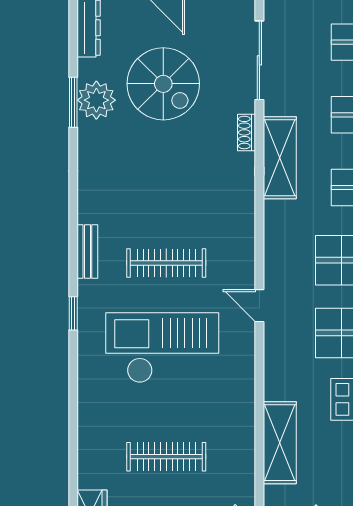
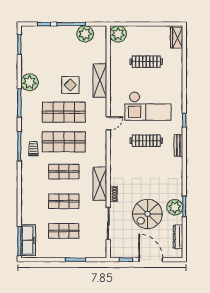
spiral stairs: (163, 84) -> (147, 214), turned -90
door: (259, 306) -> (108, 123), hinge flipped
shelving: (280, 443) -> (100, 80), moved

